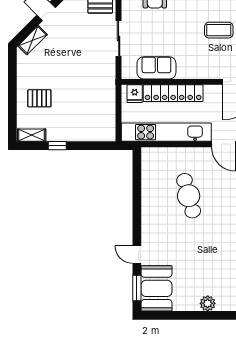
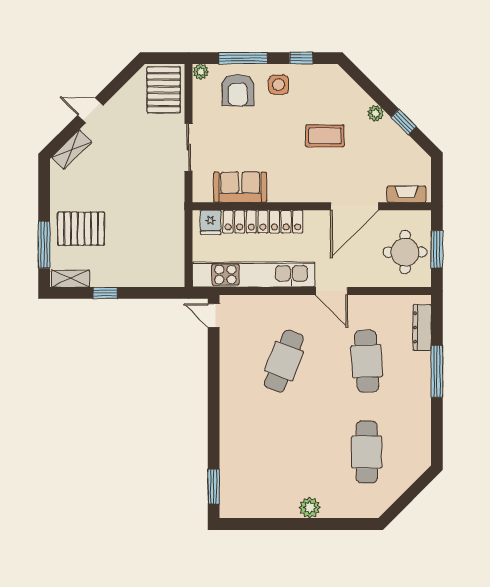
pallet: (39, 98) -> (81, 229), width x1.50, depth x1.42
window: (12, 110) -> (44, 245), added
cafe table: (189, 196) -> (284, 361), turned 36
door: (137, 255) -> (214, 316), moved
booth: (156, 288) -> (240, 487), removed

